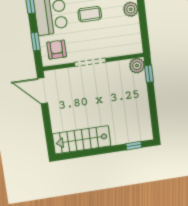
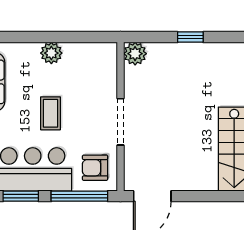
window: (36, 42) -> (79, 196), width x2.17
window: (149, 74) -> (190, 37), moved

